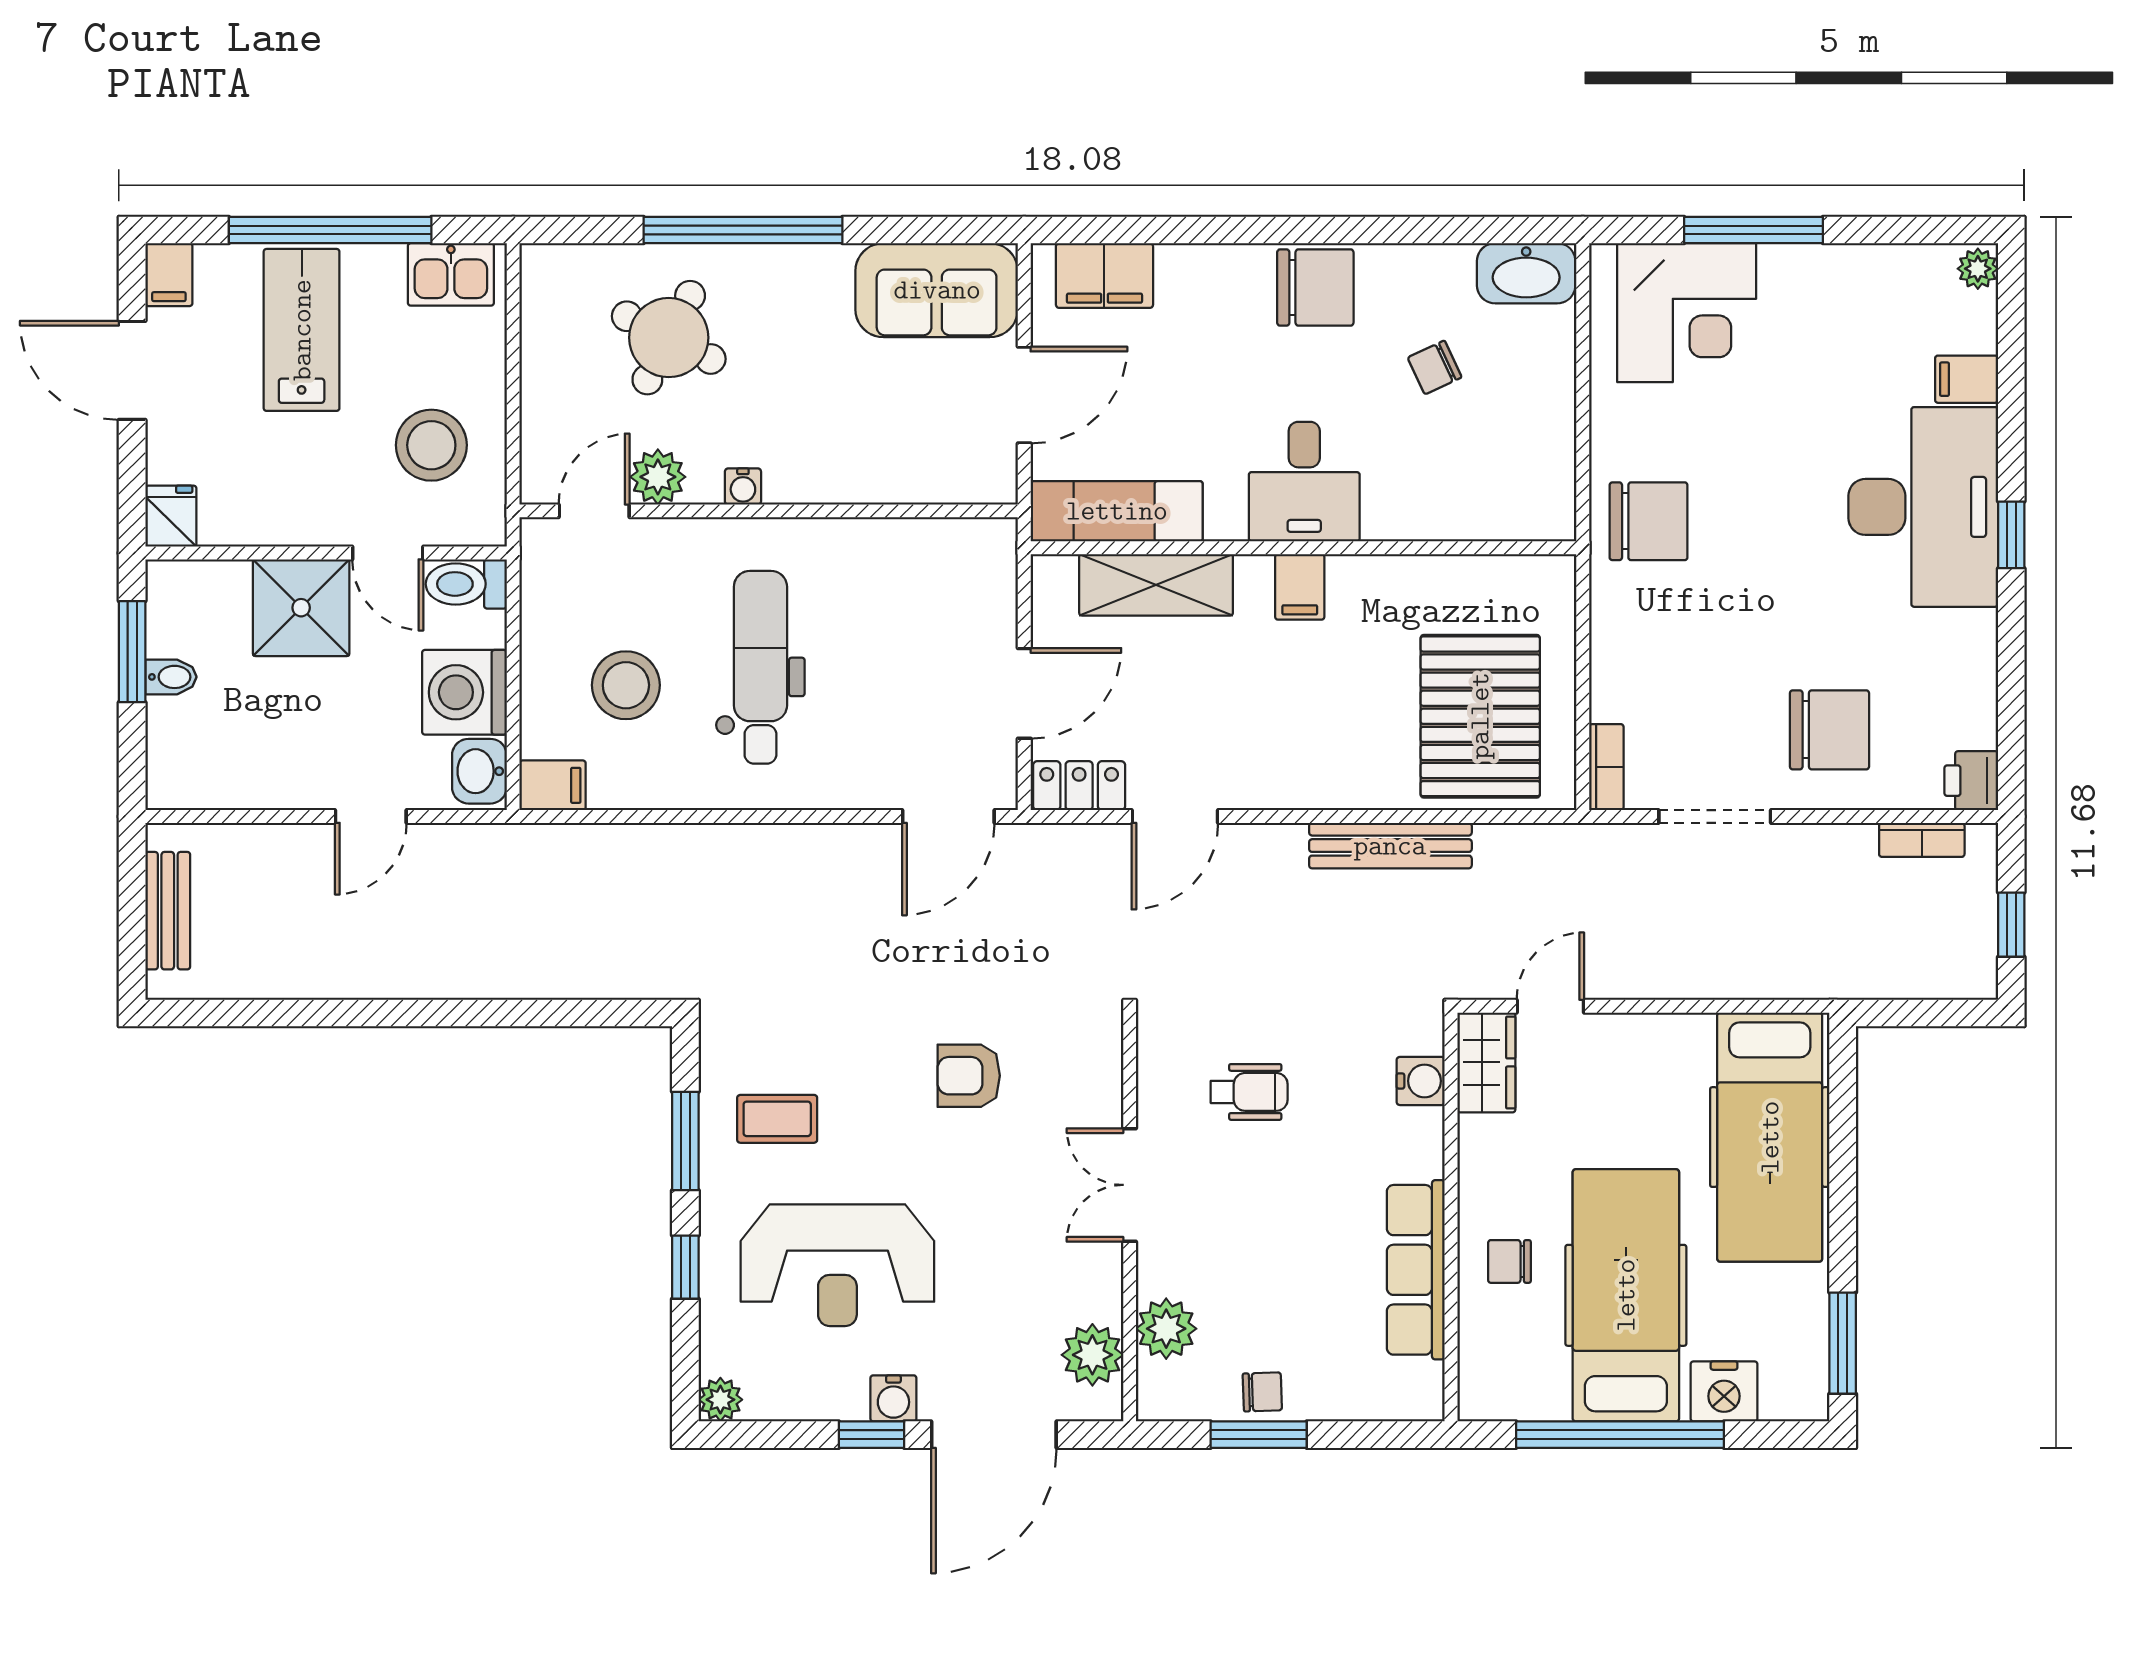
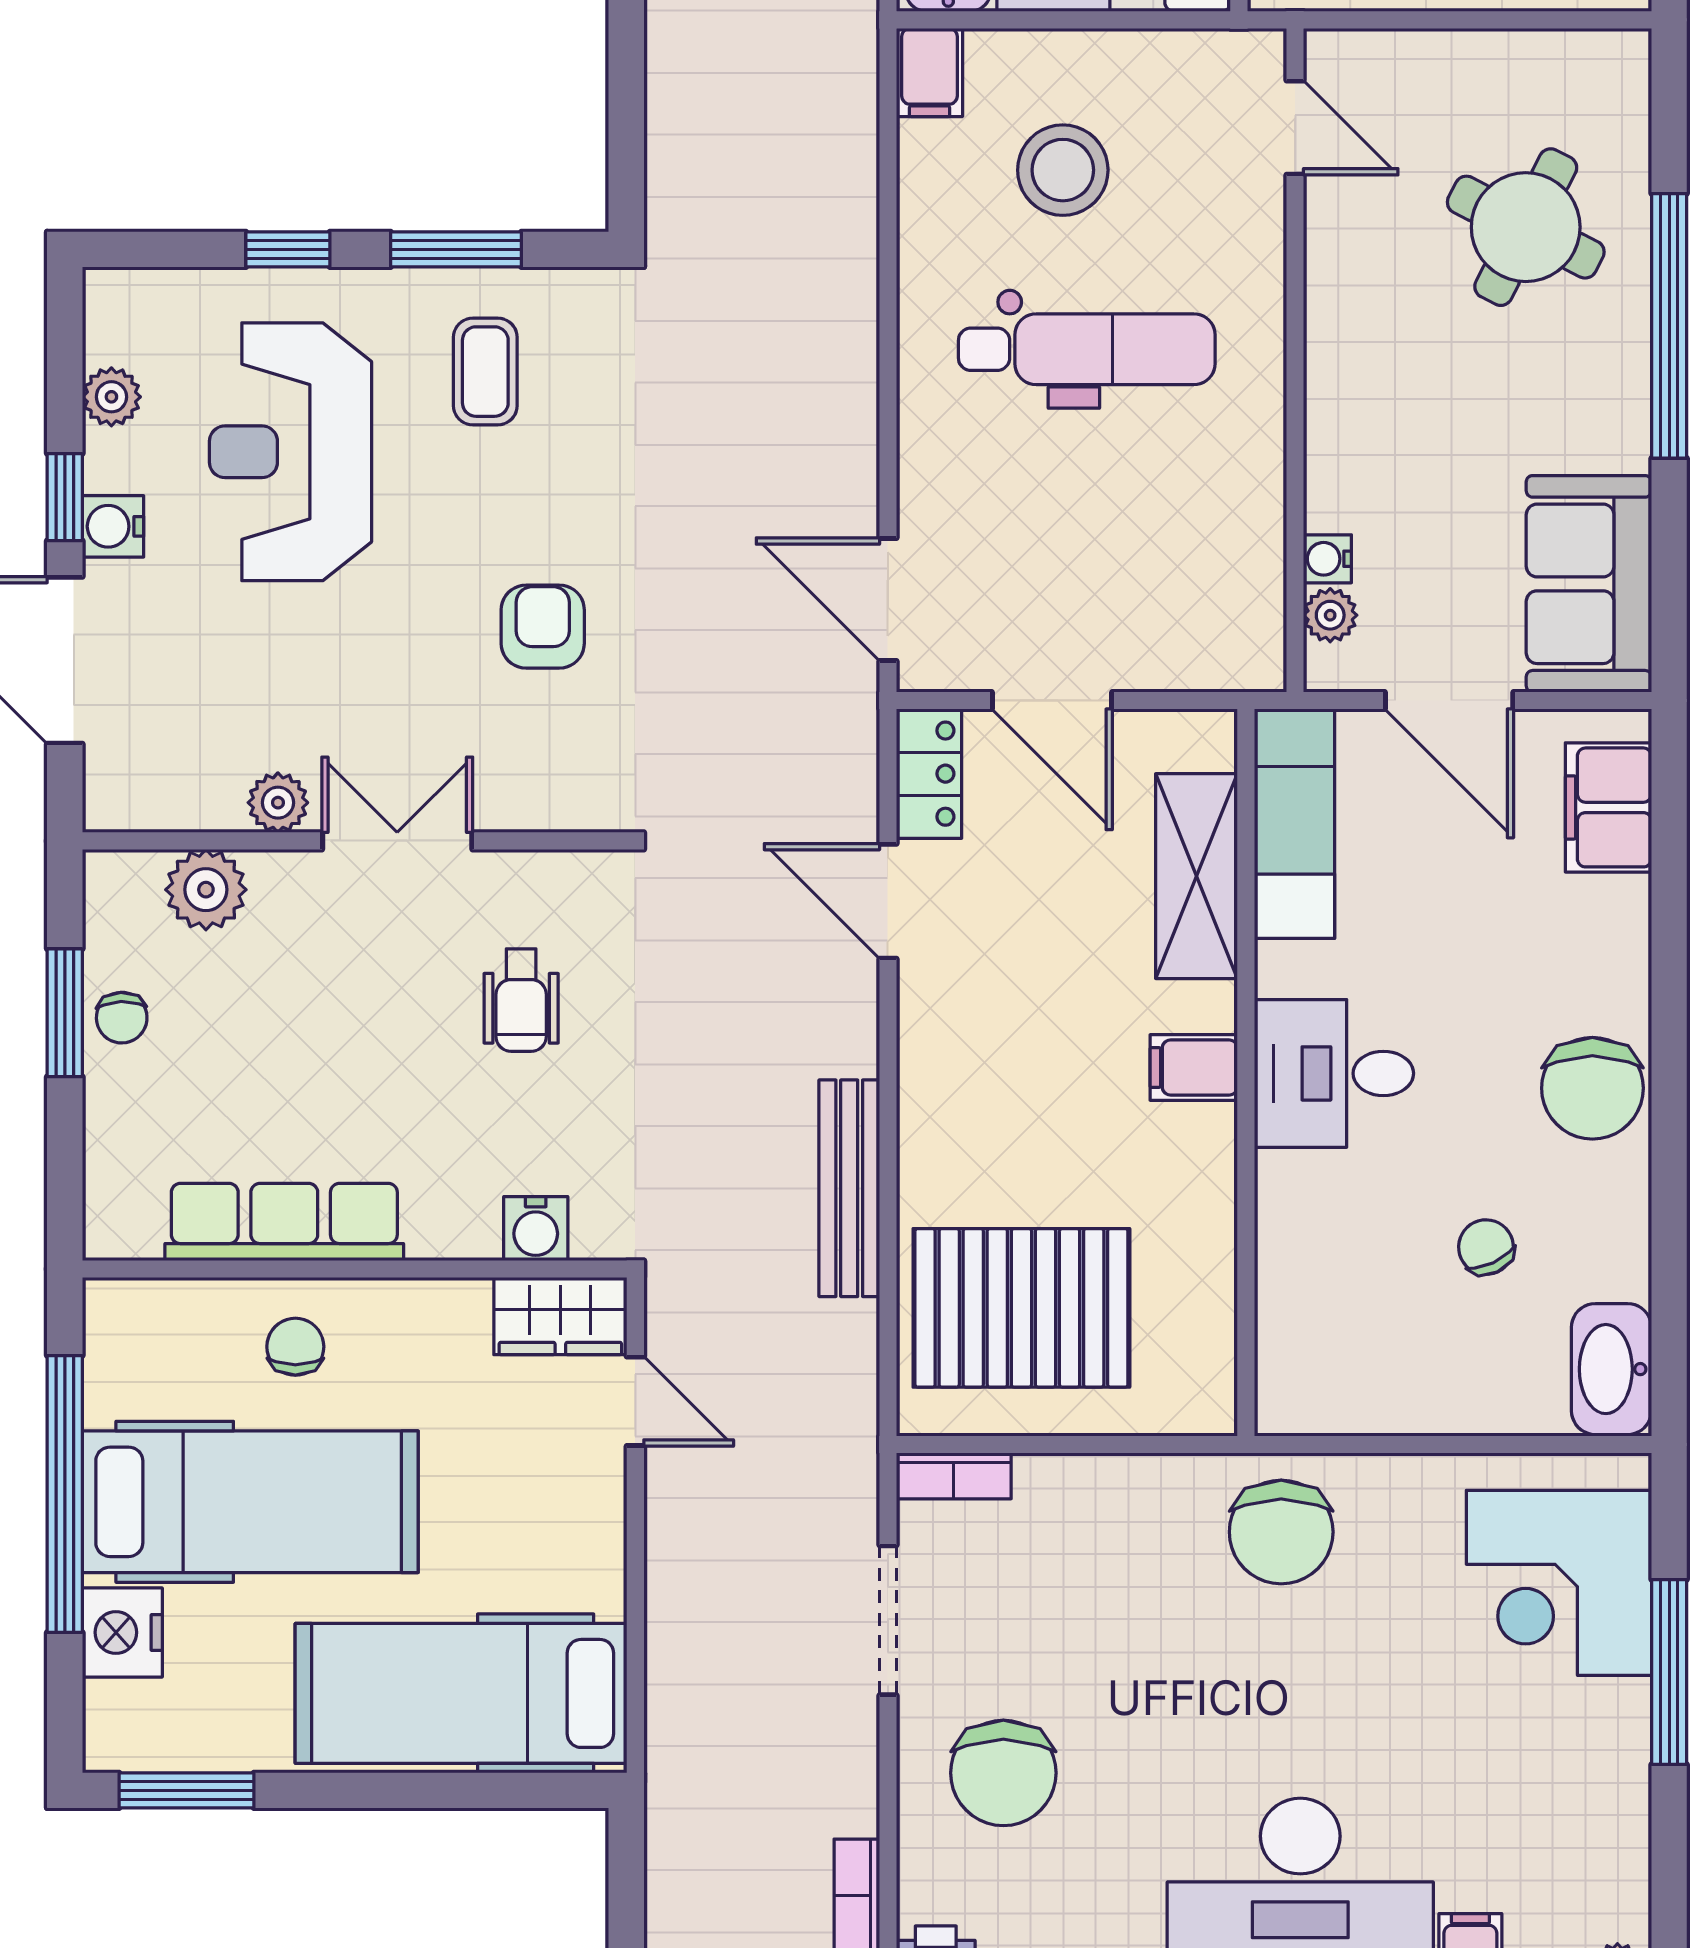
plant: (658, 477) -> (1330, 615), moved, width x0.73, depth x0.73
water cooler: (743, 486) -> (1327, 559), moved
plant: (1092, 1355) -> (278, 803), moved, width x0.73, depth x0.73
plant: (720, 1400) -> (111, 397), moved

